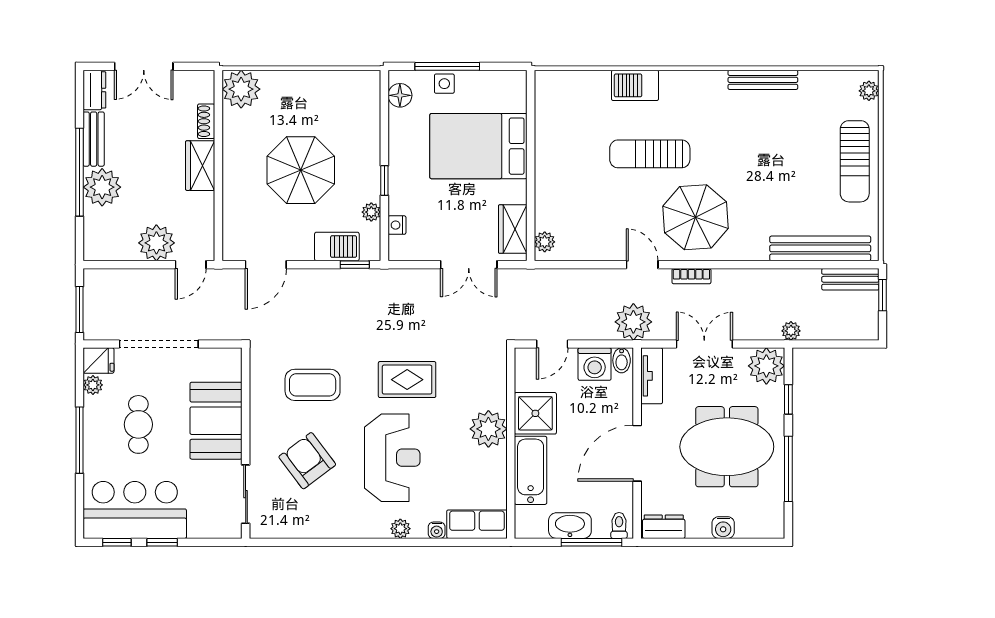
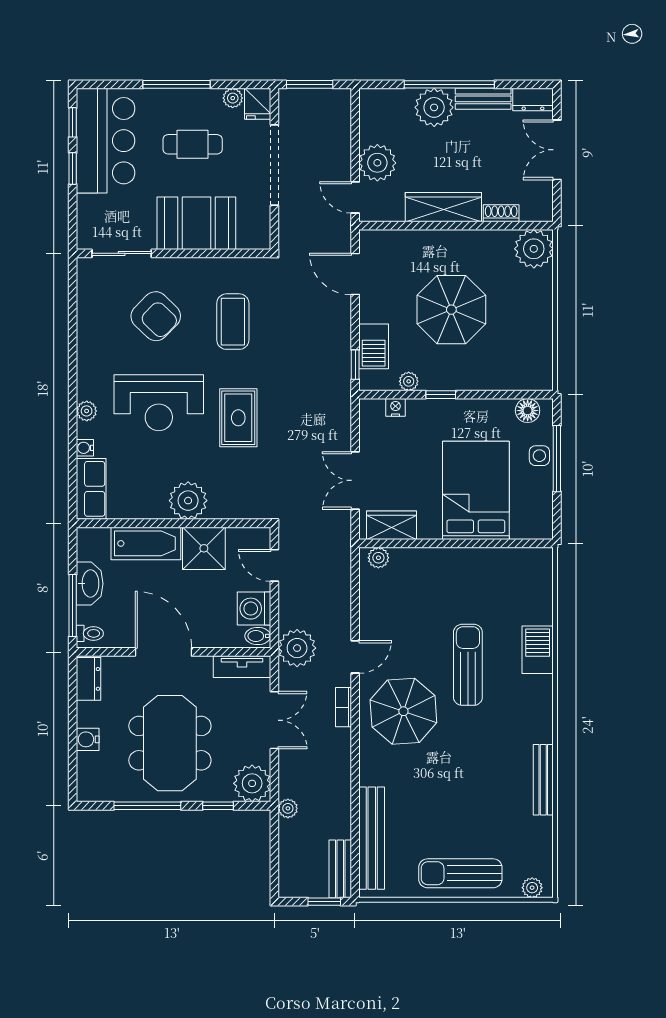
wardrobe: (200, 166) -> (443, 207), width x1.50
armchair: (307, 461) -> (156, 316), turned 81

